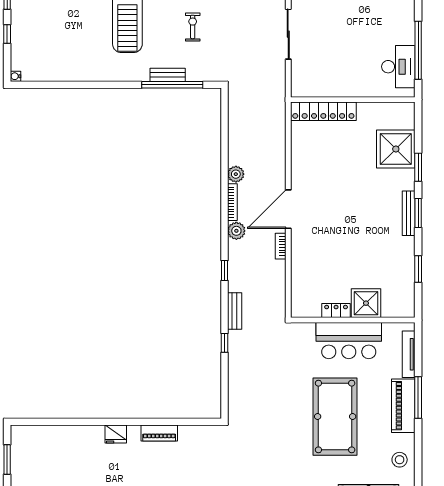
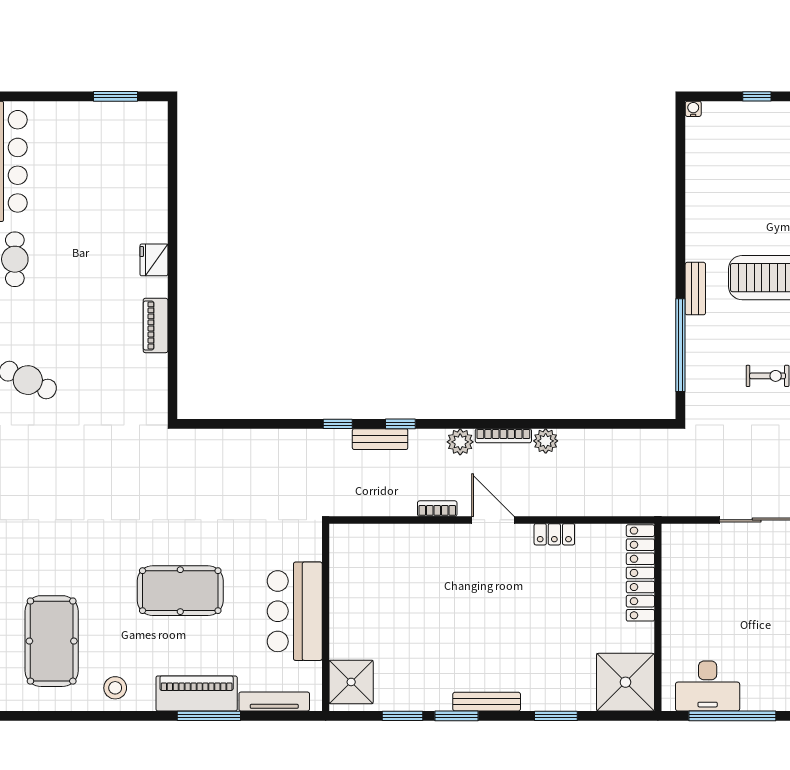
bench: (168, 75) -> (695, 289), moved
shower: (396, 149) -> (625, 682), moved
door: (288, 209) -> (493, 520), width x0.73
window: (418, 213) -> (456, 716), moved
shower: (366, 303) -> (351, 682), moved
bench: (235, 311) -> (380, 439), moved
locker: (336, 311) -> (554, 534), moved, turned 90
window: (224, 343) -> (338, 424), moved
pool table: (335, 417) -> (180, 591), width x0.73, depth x0.76

